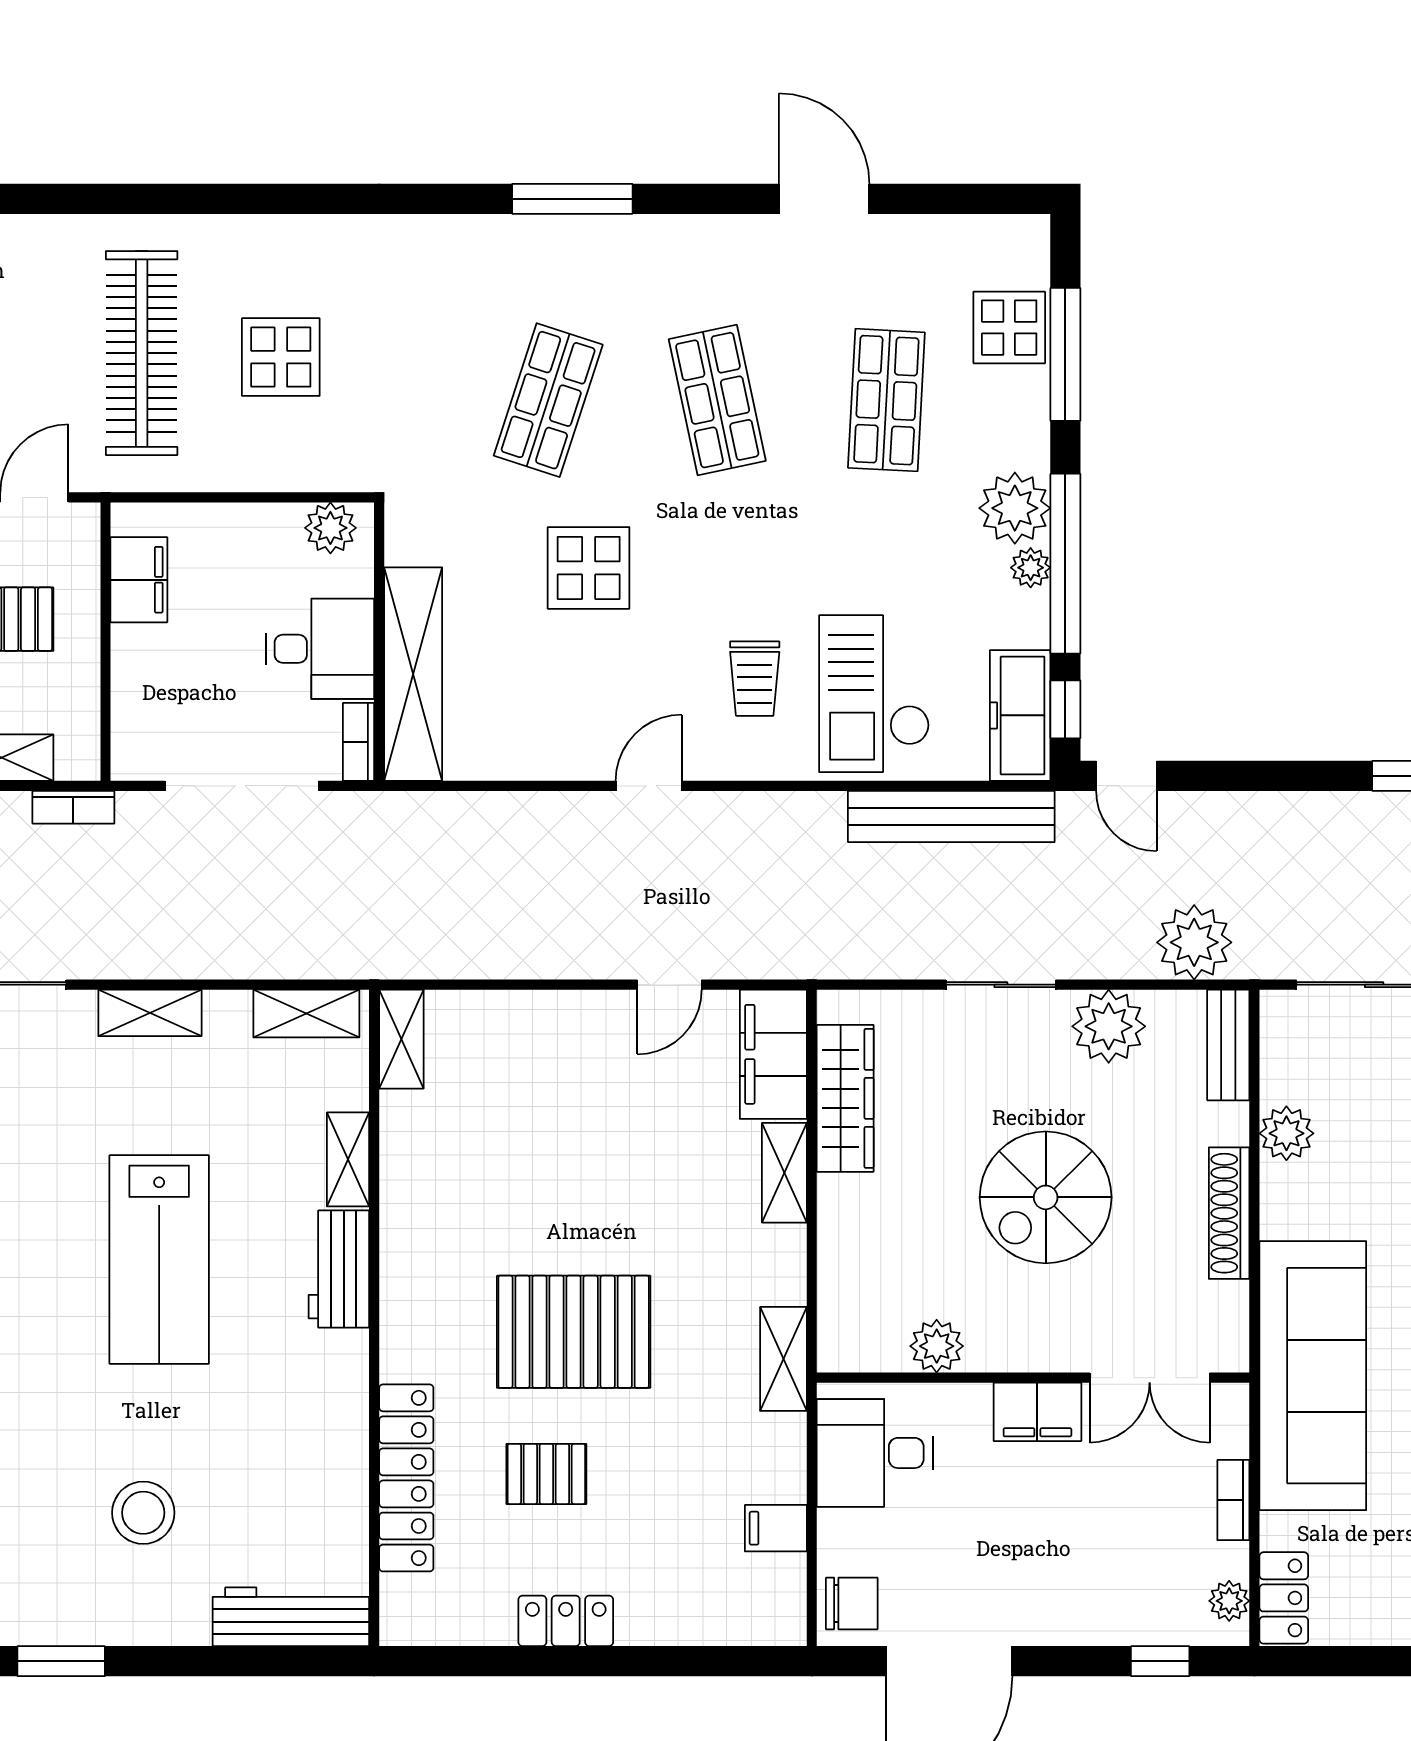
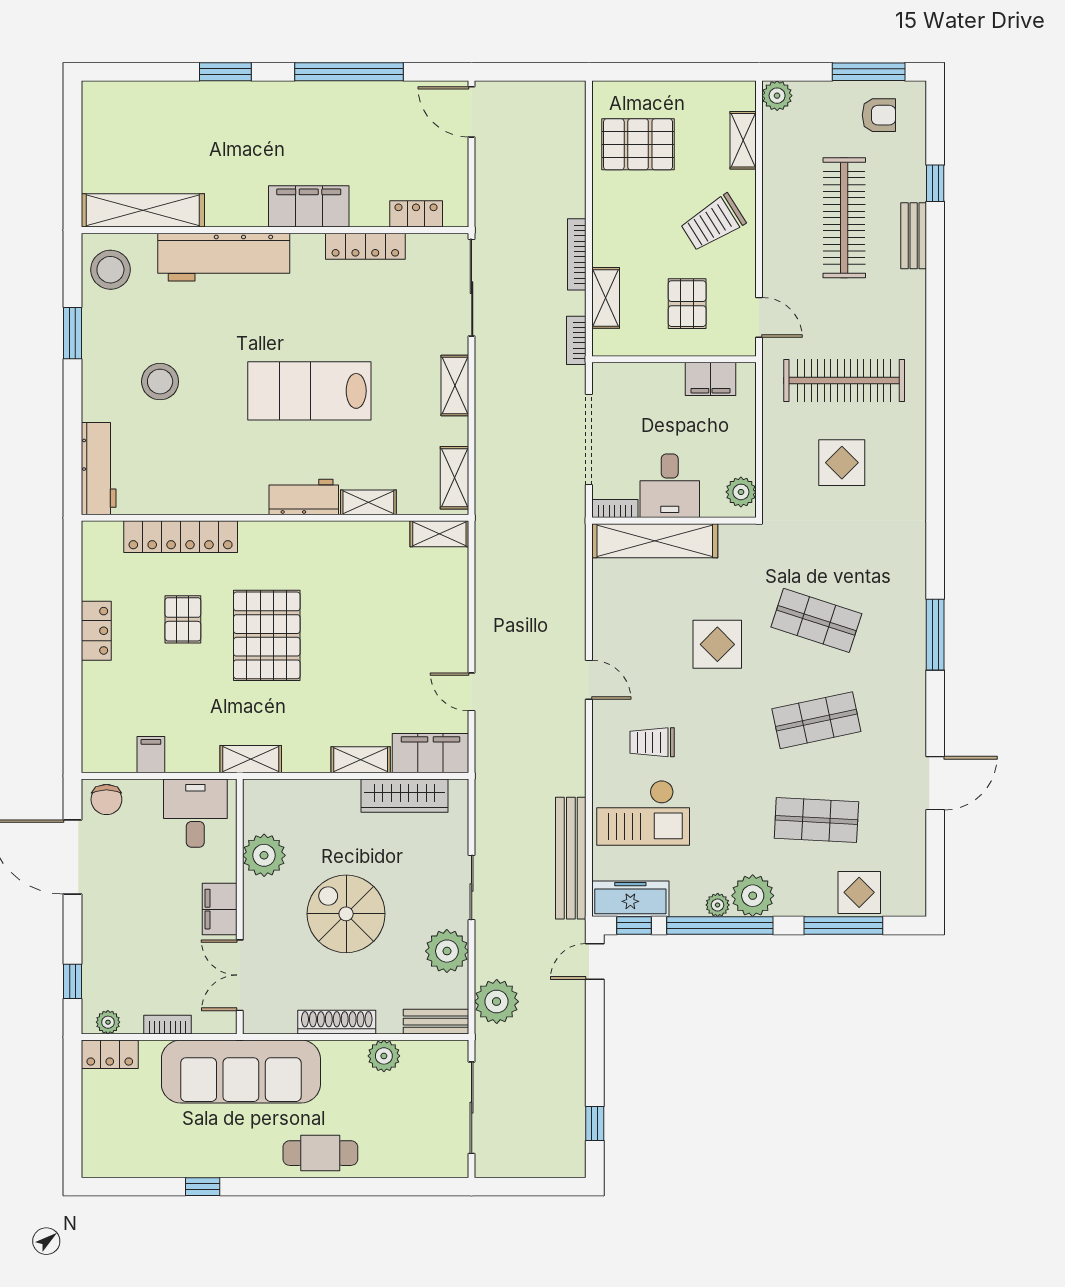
checkout: (874, 694) -> (643, 813), turned 180
plant: (937, 1346) -> (264, 855), width x1.36, depth x1.36

